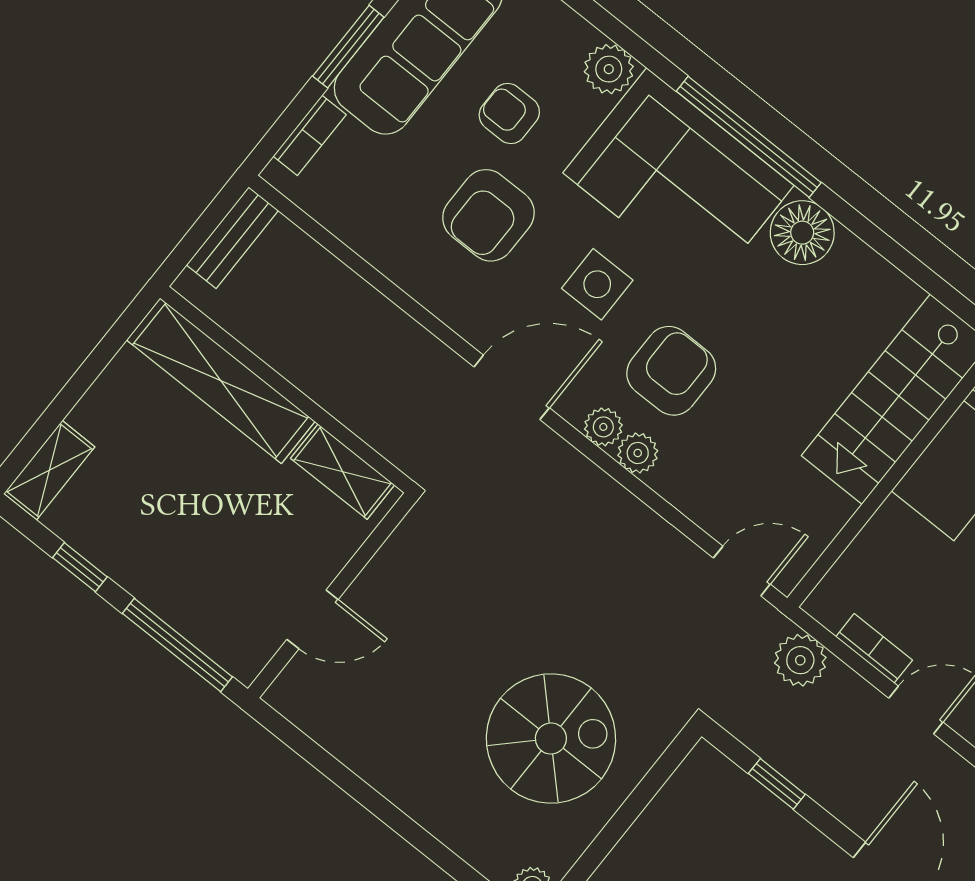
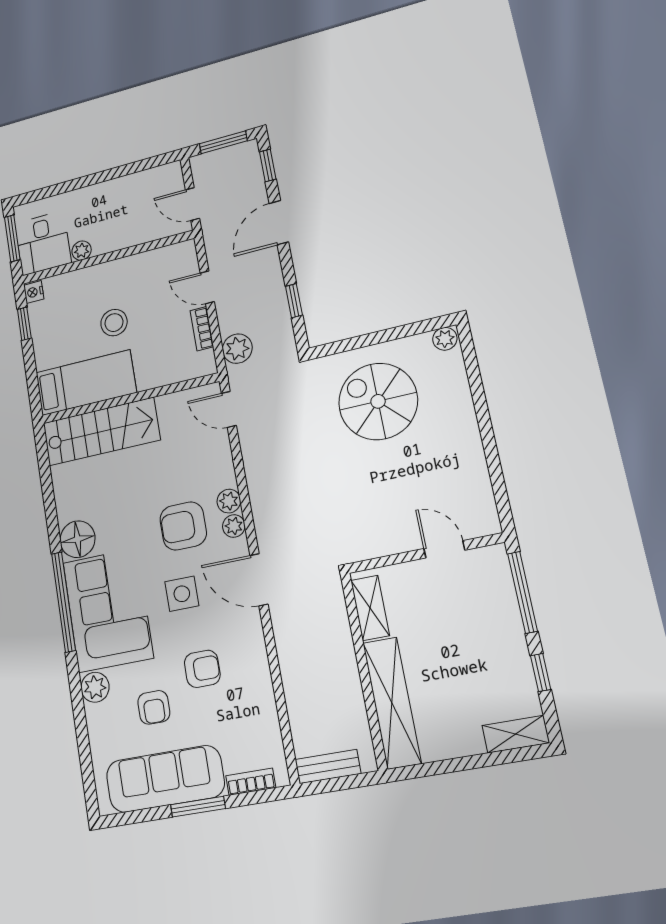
armchair: (488, 215) -> (202, 669), width x0.72, depth x0.72

